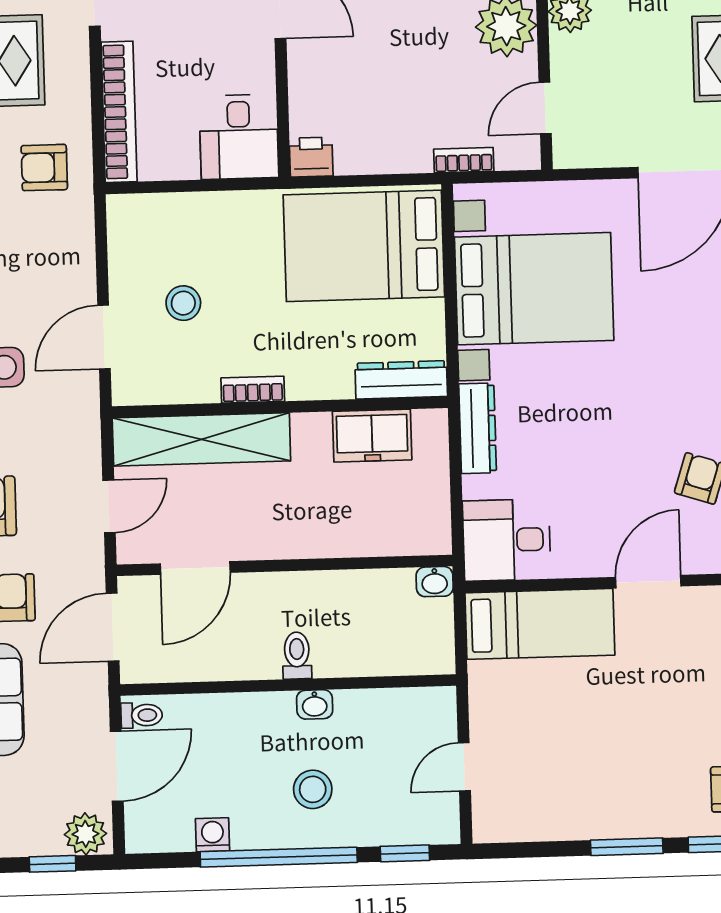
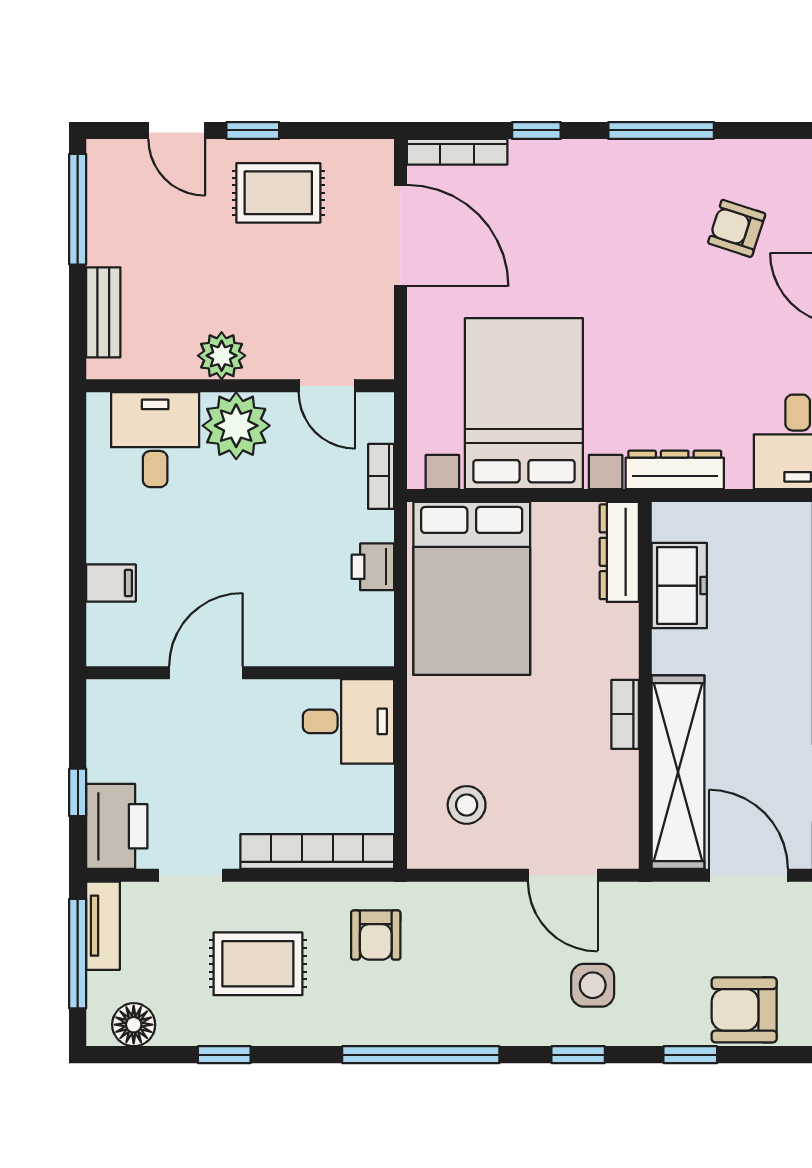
printer: (311, 157) -> (373, 567), moved
stool: (183, 303) -> (467, 805), moved
door: (109, 506) -> (748, 875), width x1.38

